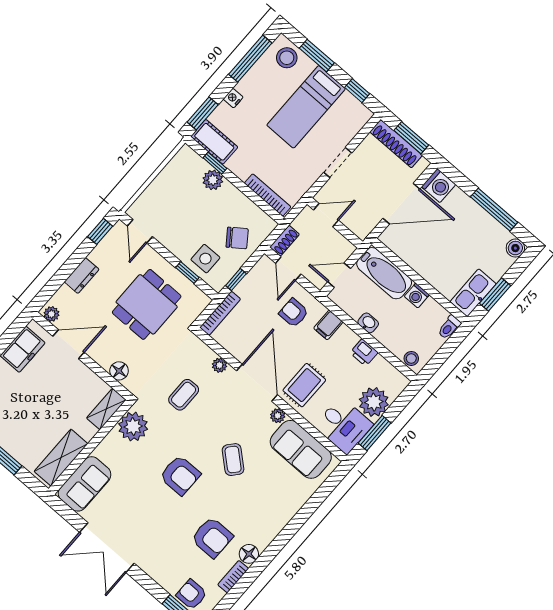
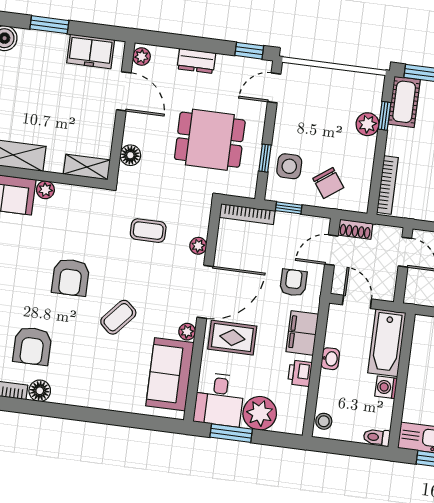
filing cabinet: (328, 325) -> (302, 333), width x2.00
plant: (133, 427) -> (45, 190), moved, width x0.53, depth x0.53

